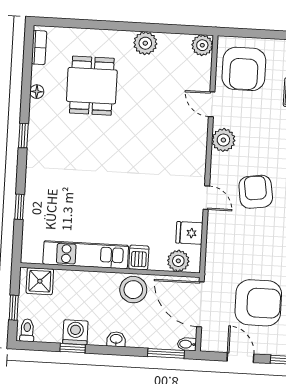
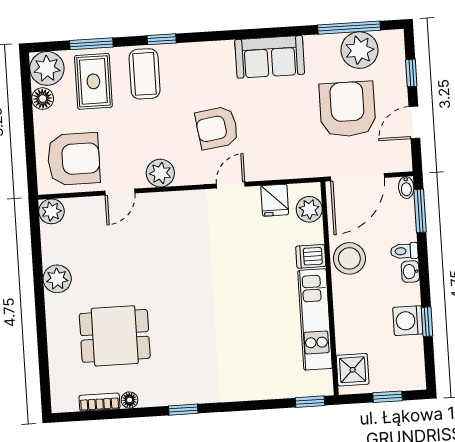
bookcase: (39, 48) -> (99, 402), moved
window: (19, 207) -> (310, 402), moved
toilet: (27, 330) -> (404, 251), moved

